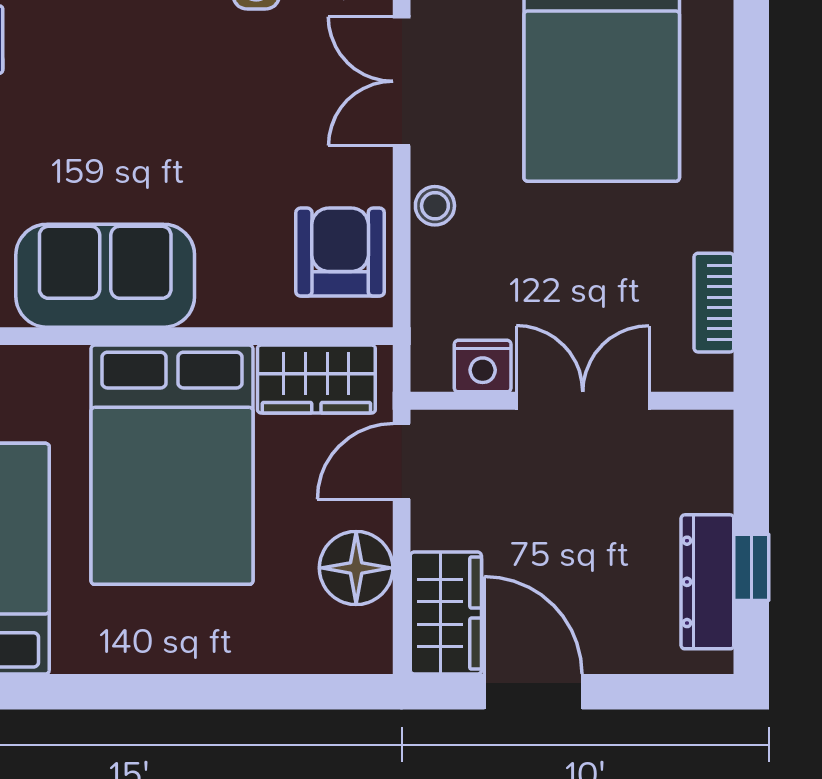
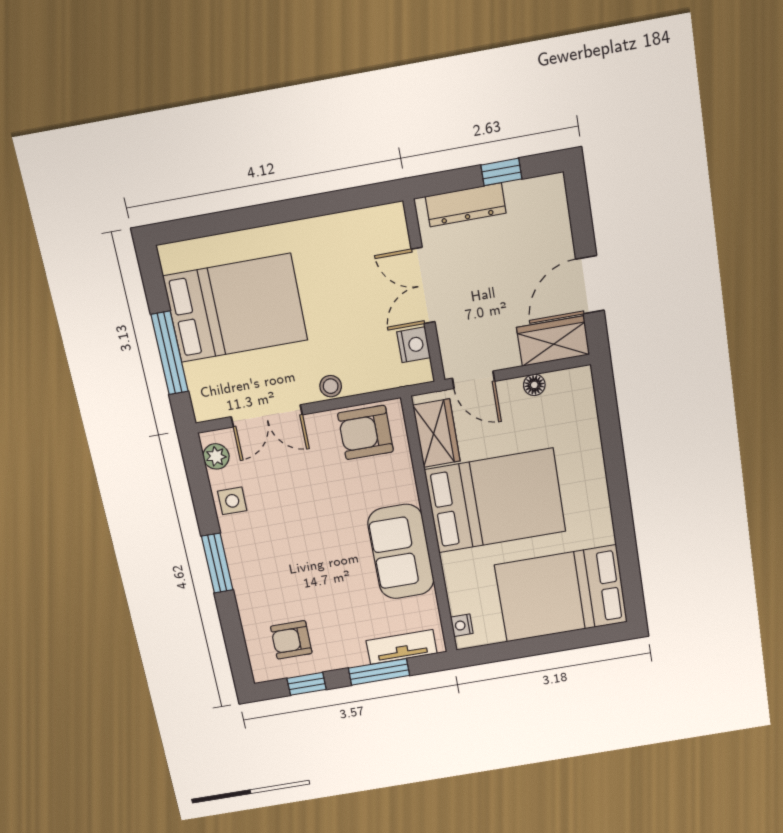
bookcase: (714, 303) -> (355, 221), removed
floor lamp: (356, 568) -> (534, 385), width x0.53, depth x0.53
dresser: (707, 582) -> (466, 205), moved

